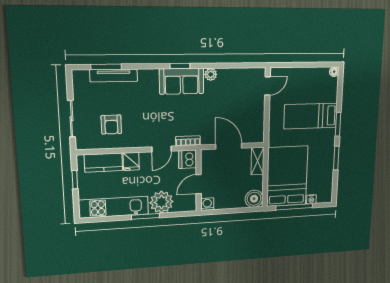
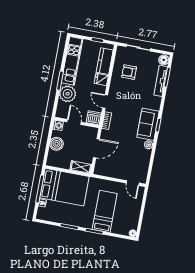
floor lamp: (81, 77) -> (164, 60), added
boiler: (254, 199) -> (57, 144), moved

